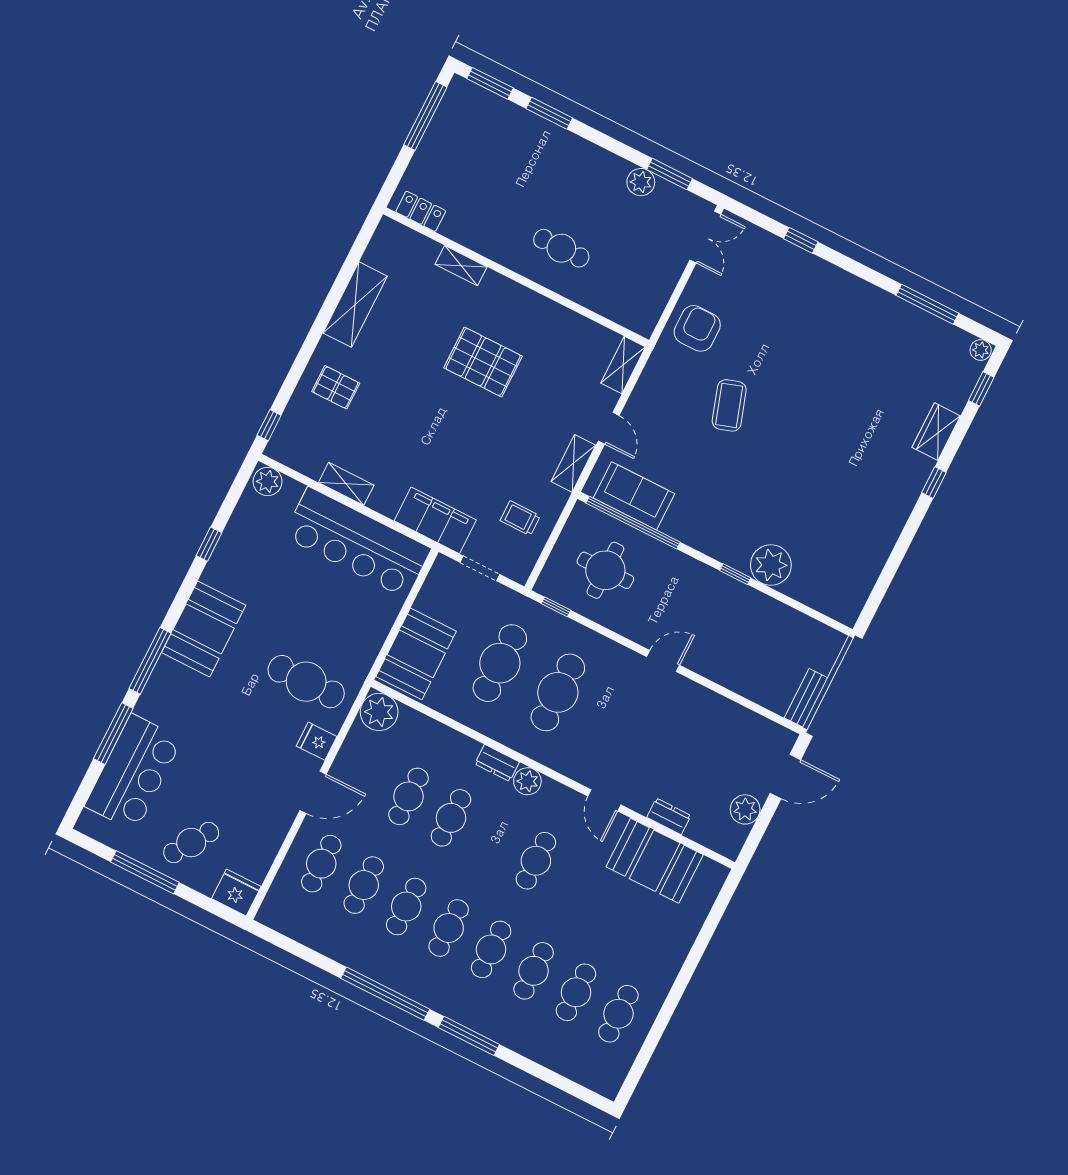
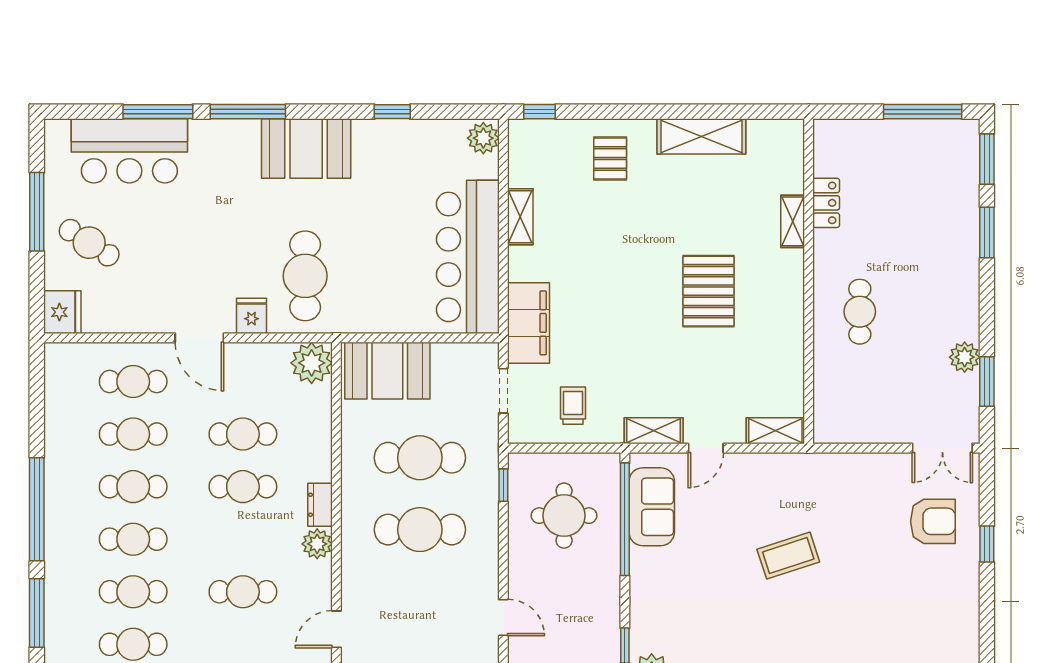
locker: (421, 211) -> (826, 203), moved
armchair: (697, 328) -> (933, 521), moved

